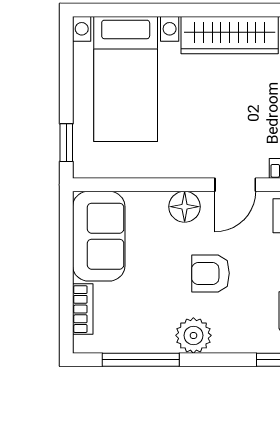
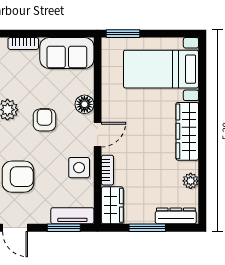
window: (66, 143) -> (123, 34), width x1.50
door: (235, 185) -> (98, 135), swing flipped

